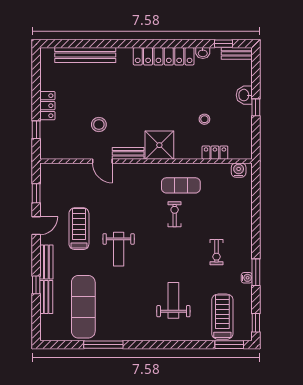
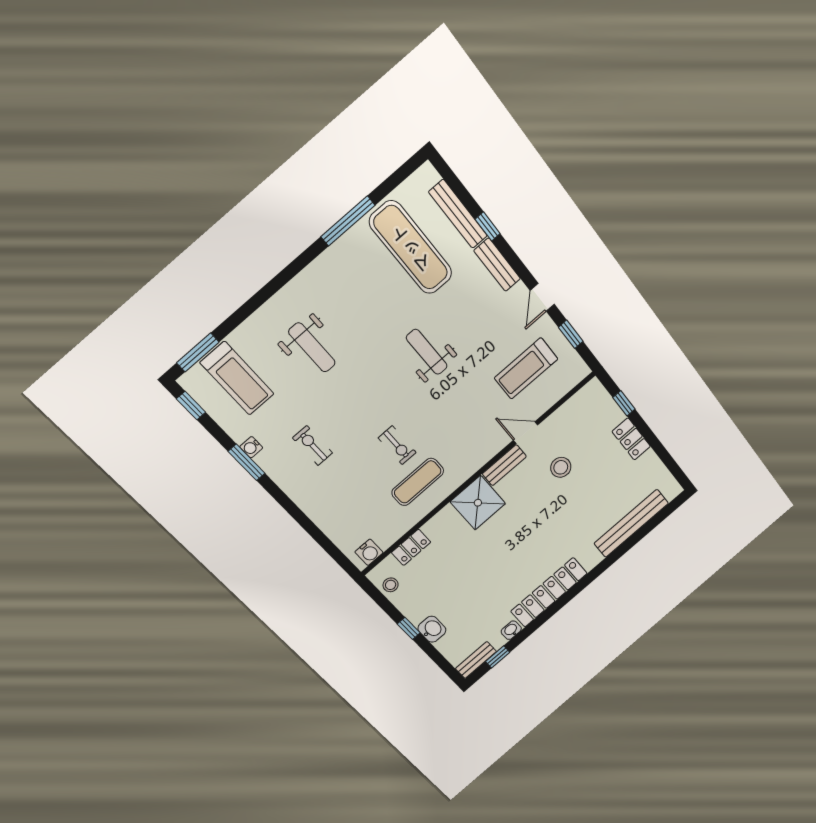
stool: (204, 119) -> (391, 585), moved
treadmill: (79, 229) -> (526, 368), moved, turned 90
bench: (46, 297) -> (458, 214), width x1.36

